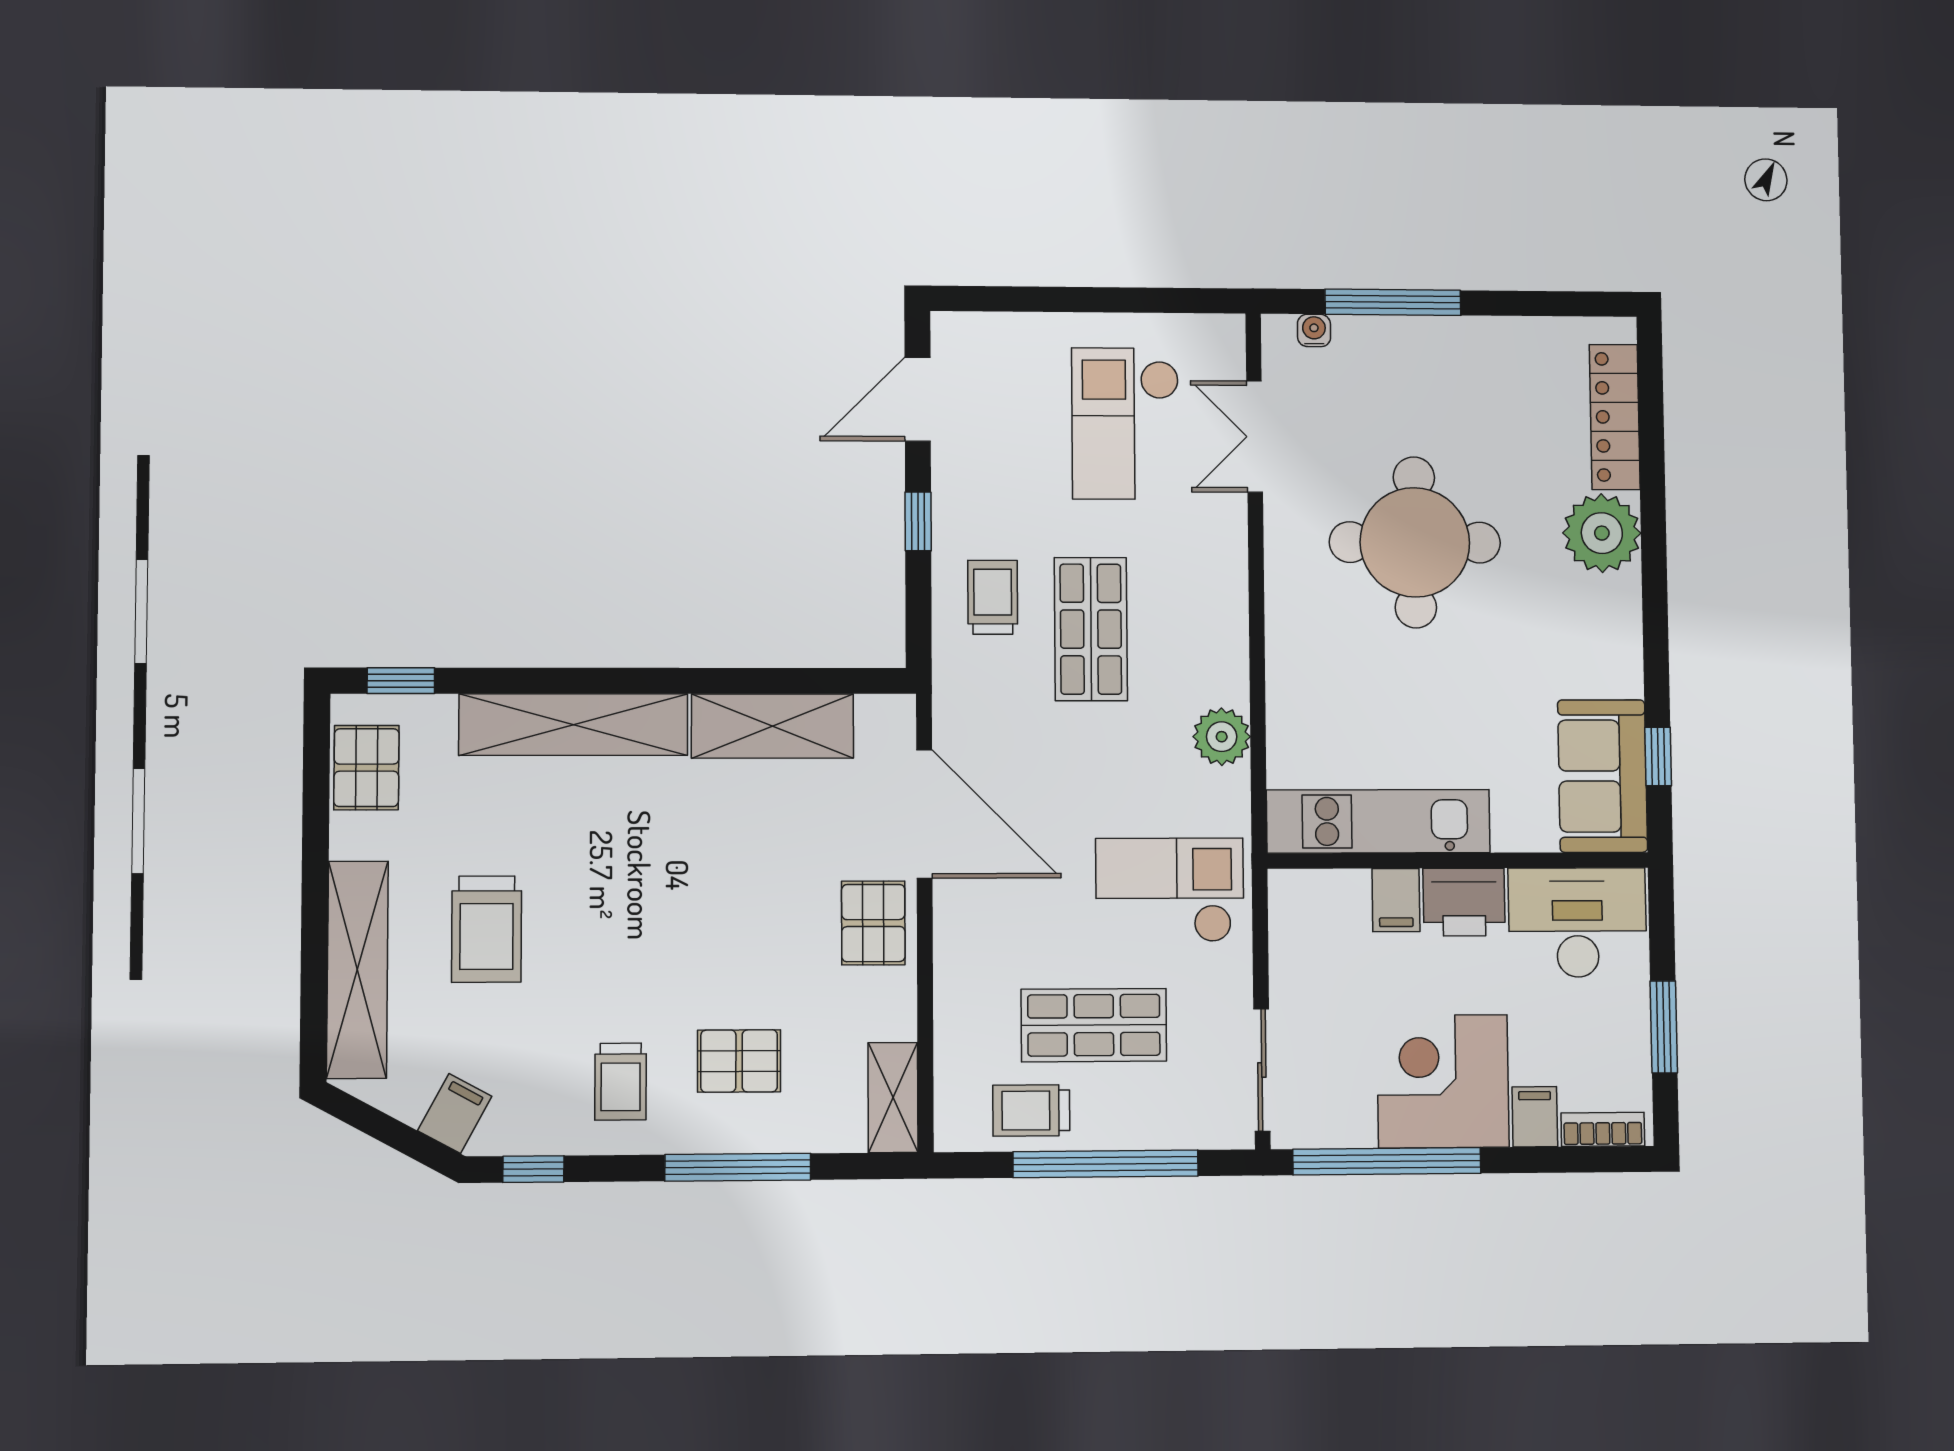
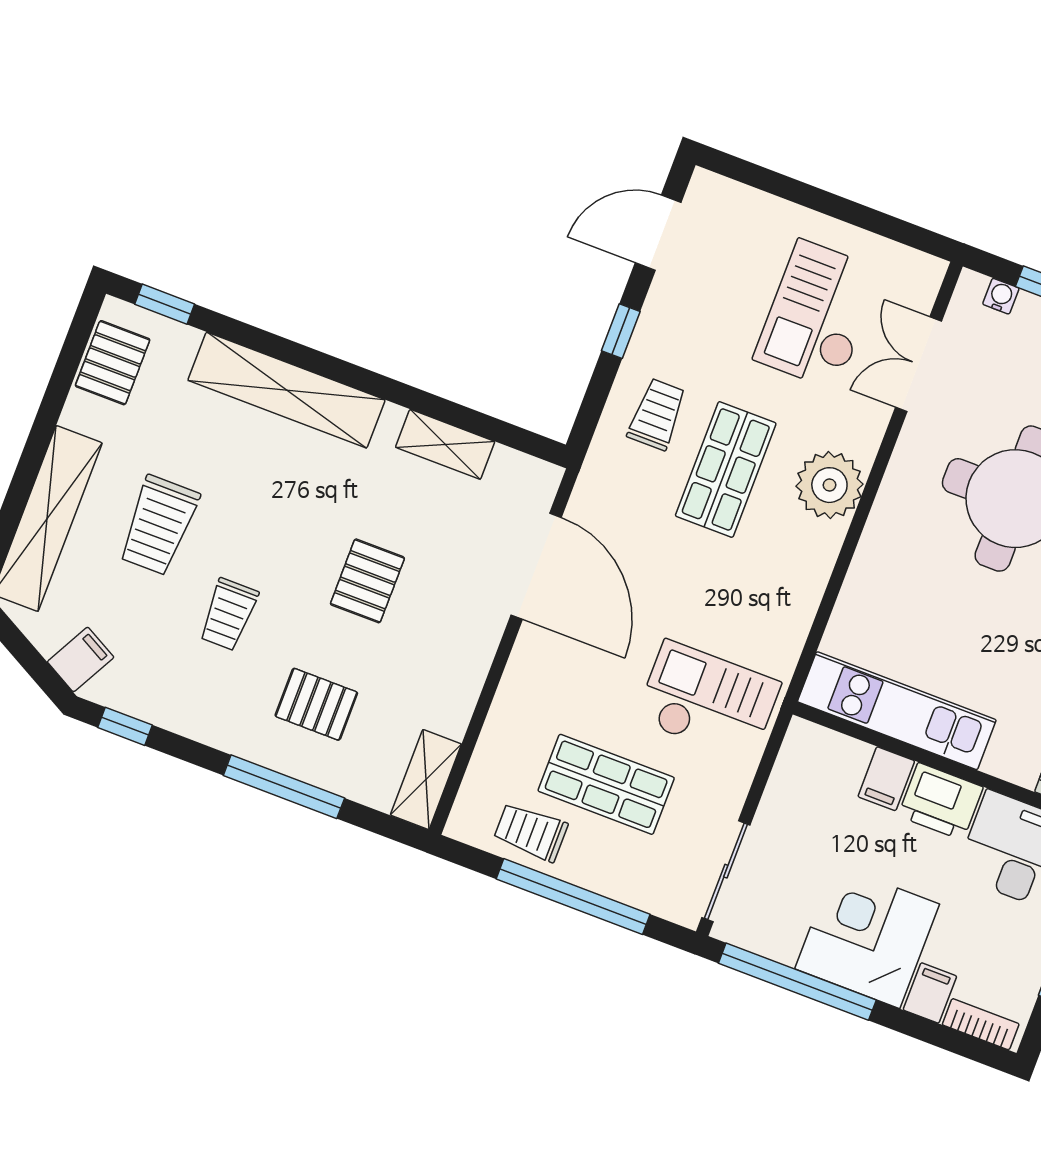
shelving: (773, 726) -> (445, 444), width x0.67, depth x0.75
plant: (1222, 737) -> (829, 485), moved, width x1.36, depth x1.36
pallet: (873, 923) -> (367, 581), moved
trolley: (621, 1082) -> (228, 614), moved

